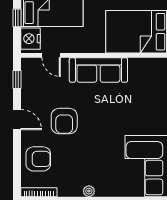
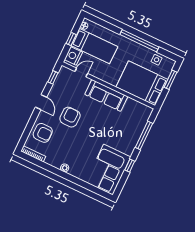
door: (51, 55) -> (81, 72), swing flipped
armchair: (64, 121) -> (70, 117), turned 180

